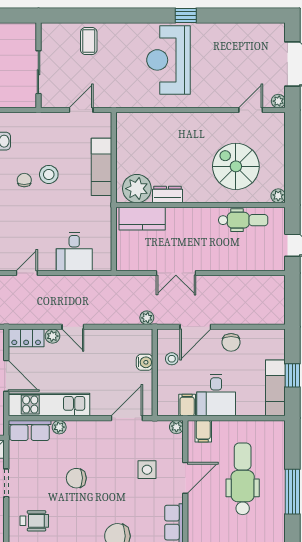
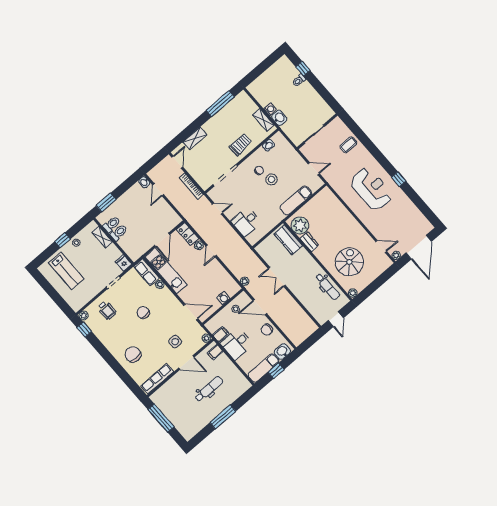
reception desk: (168, 60) -> (371, 189), turned 90
washbasin: (275, 347) -> (282, 351), added
dental chair: (243, 479) -> (209, 389), width x0.73, depth x0.72

